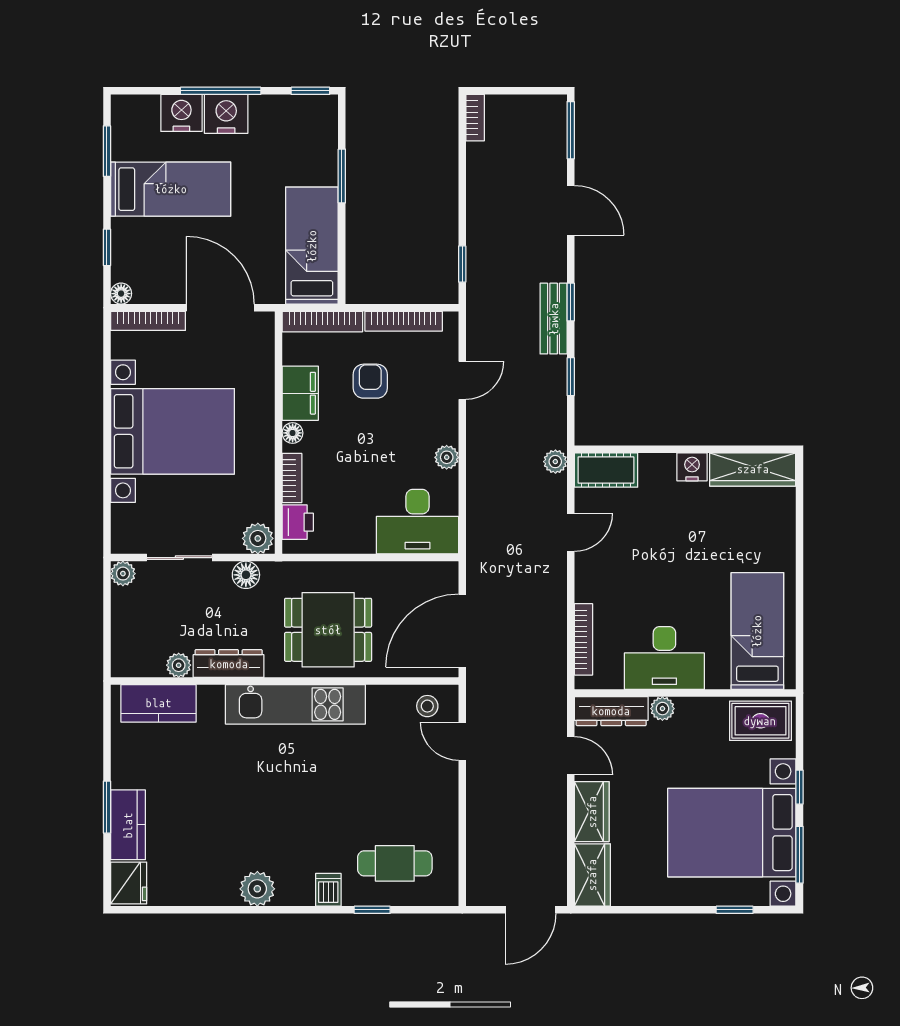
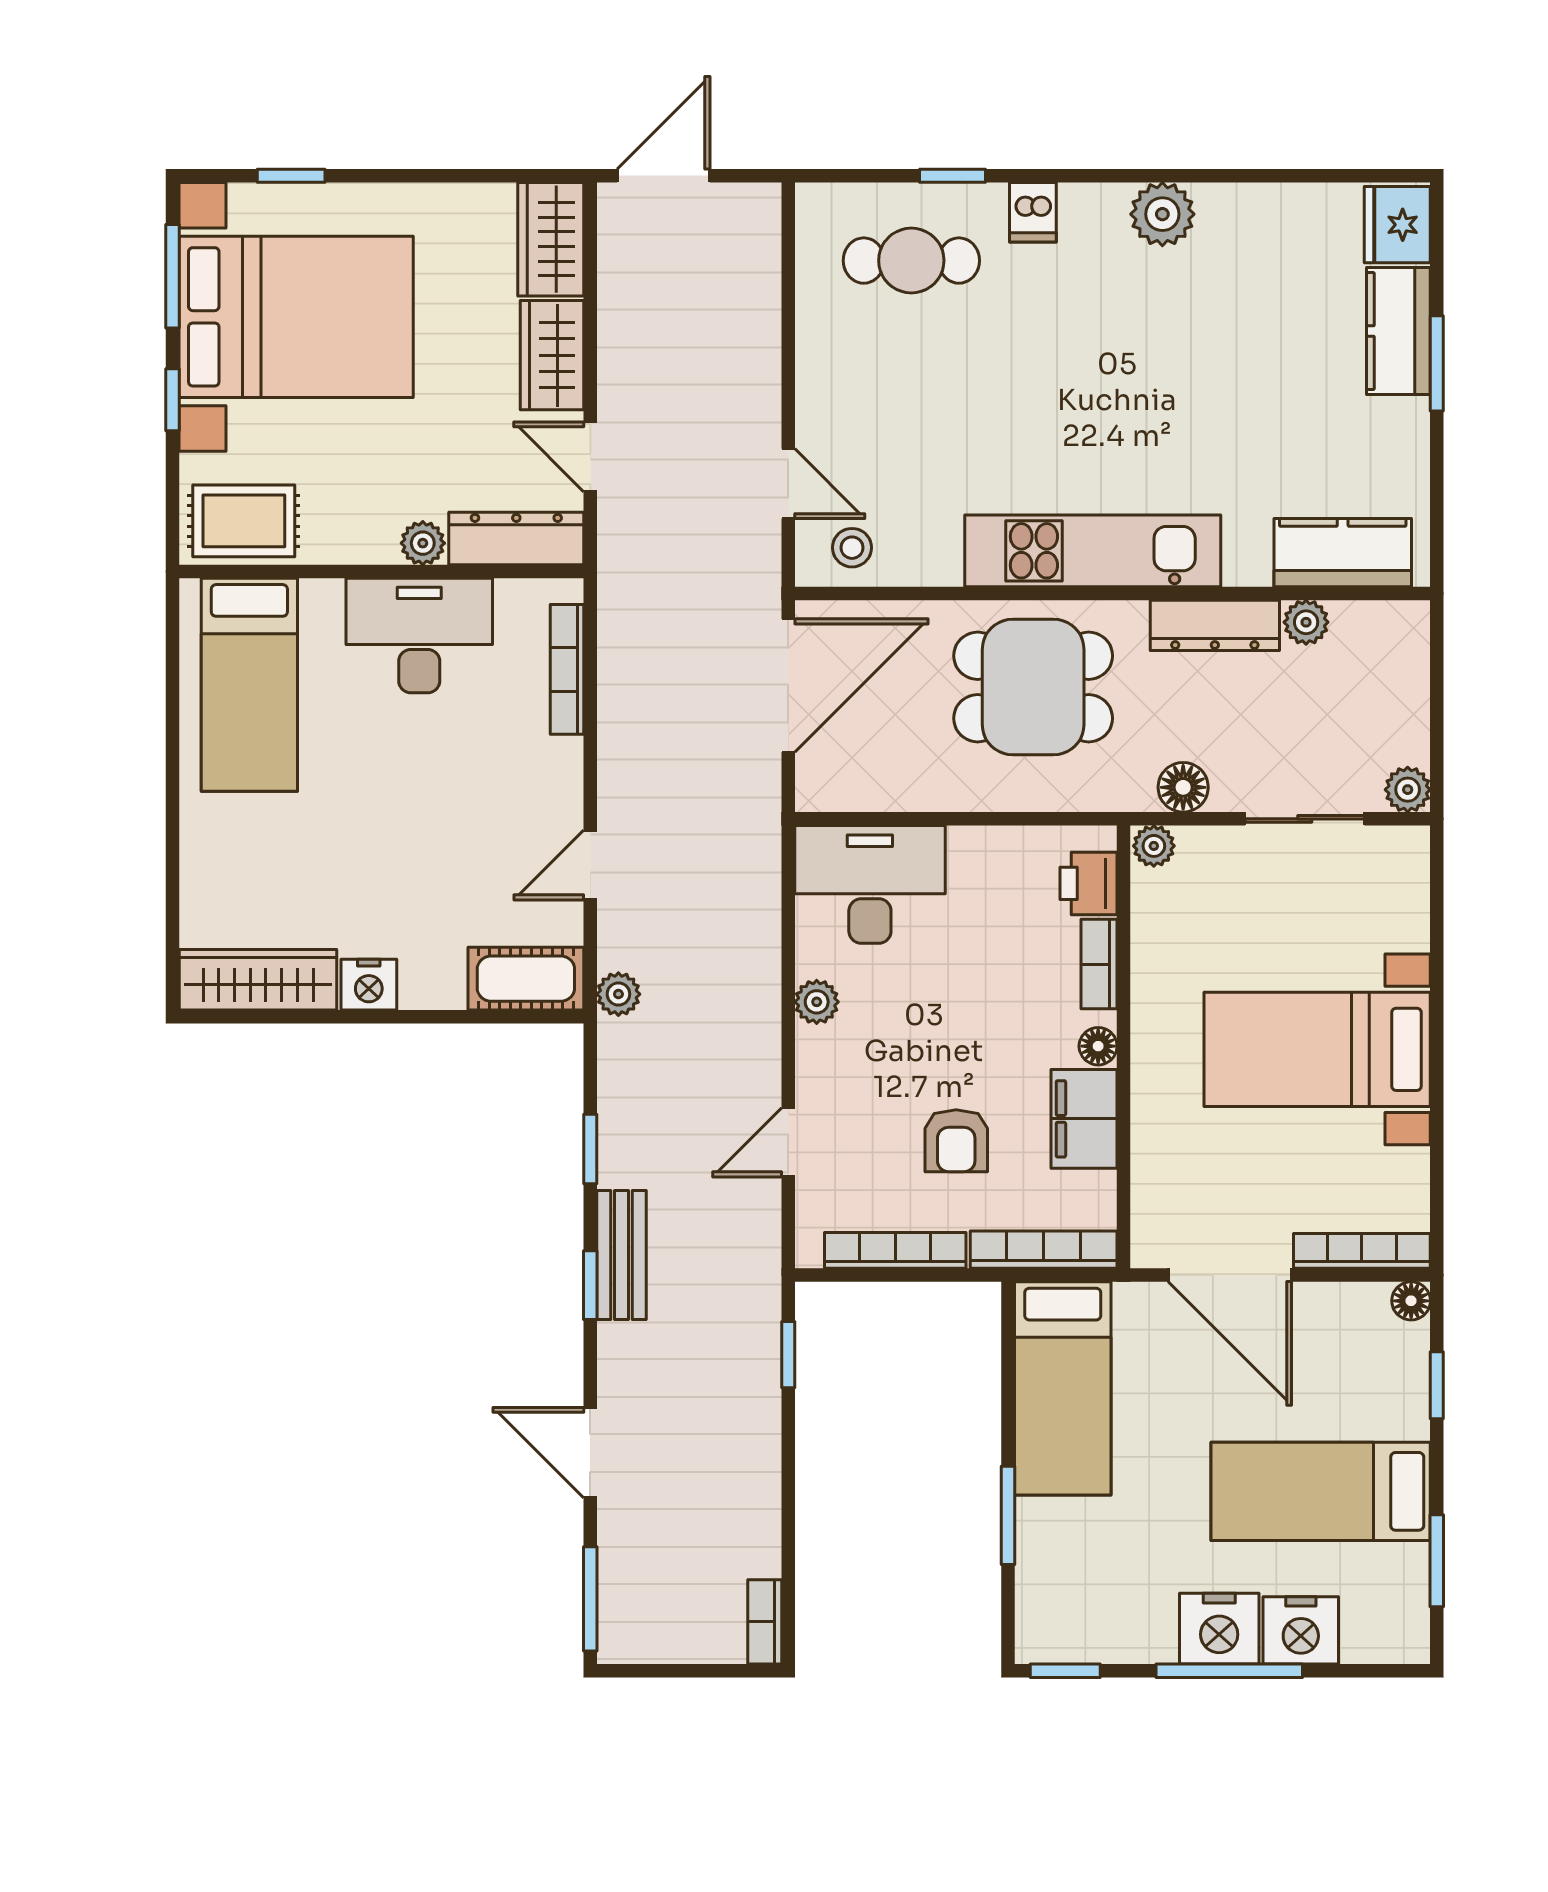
bed with nightstands: (172, 431) -> (1317, 1049), width x0.73
plant: (258, 538) -> (1154, 846), width x0.73, depth x0.73

